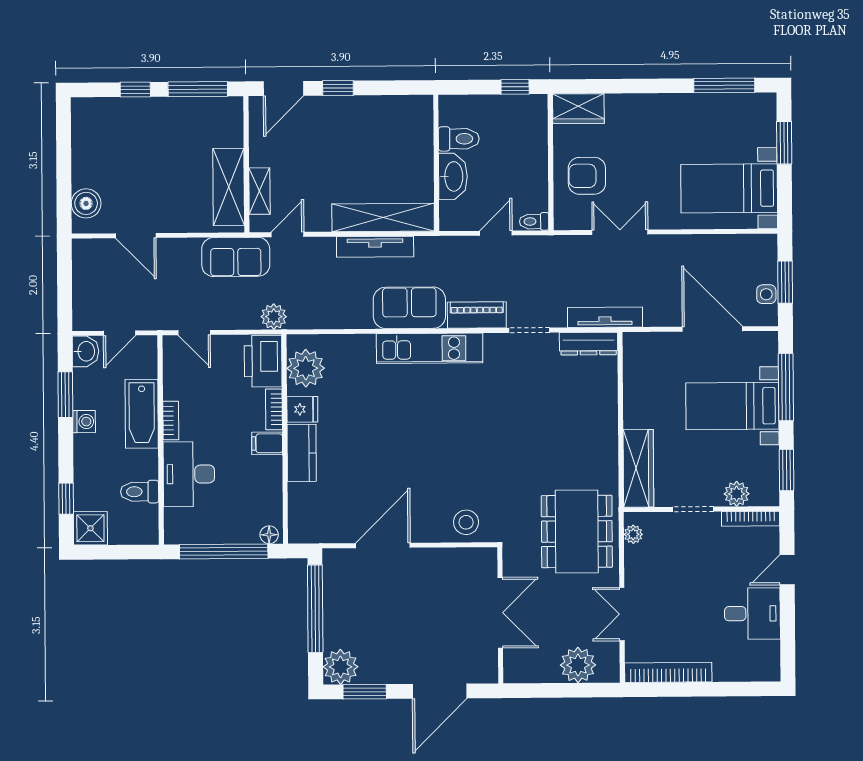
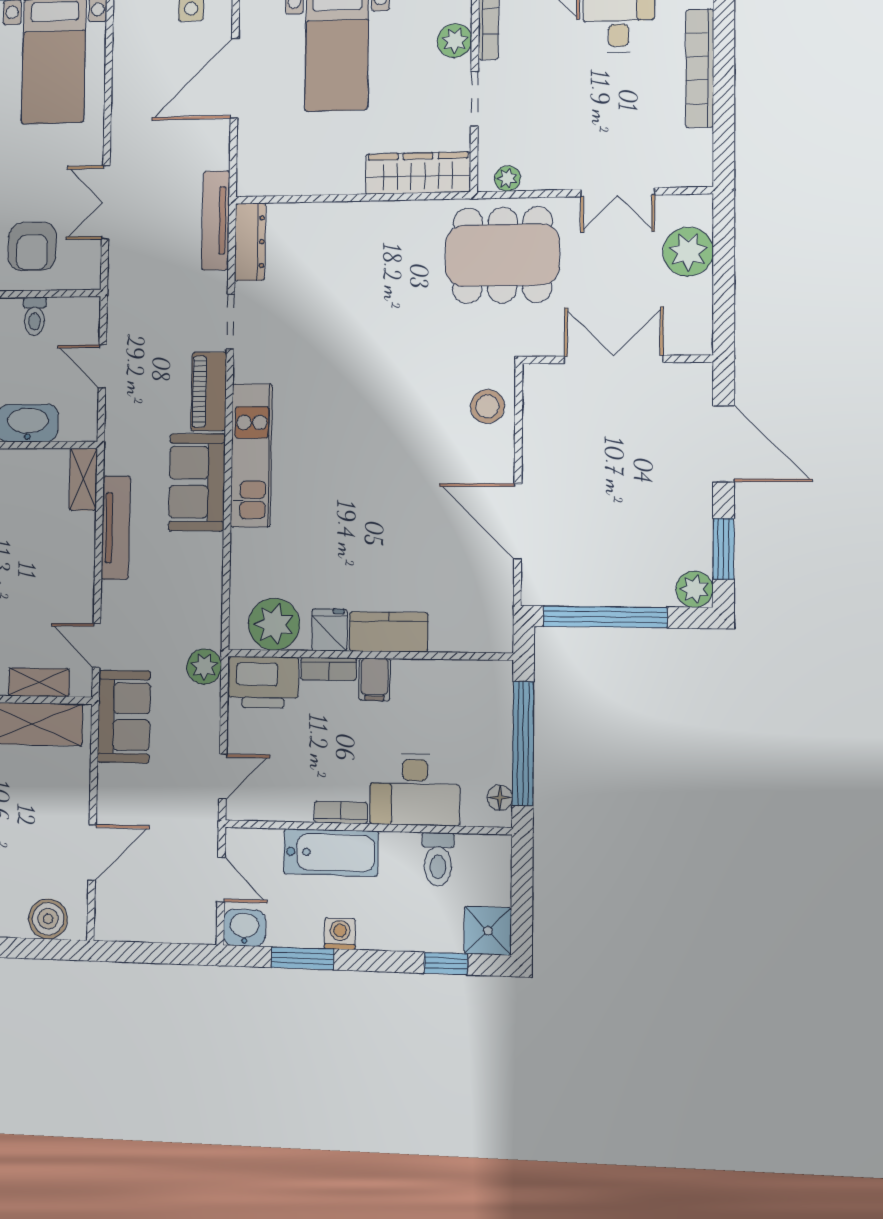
shelving: (383, 218) -> (83, 479), width x0.45, depth x0.75
toilet: (534, 221) -> (35, 316), moved
floor lamp: (269, 535) -> (500, 798), moved
plant: (341, 667) -> (695, 589), width x0.73, depth x0.73
bookcase: (668, 672) -> (700, 68), moved

